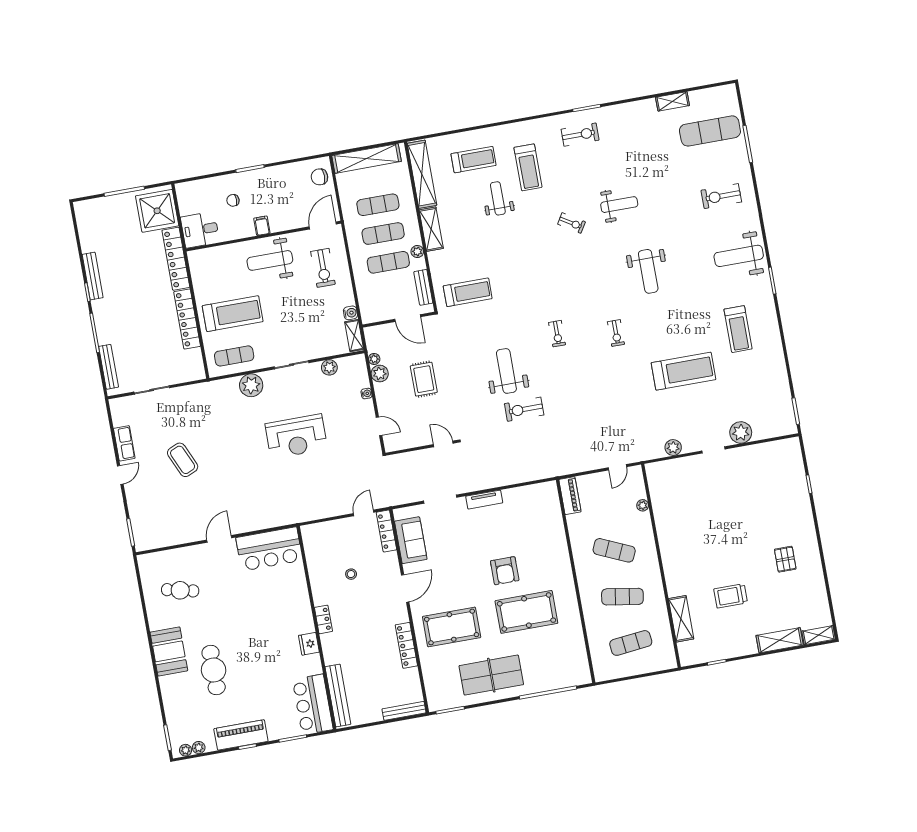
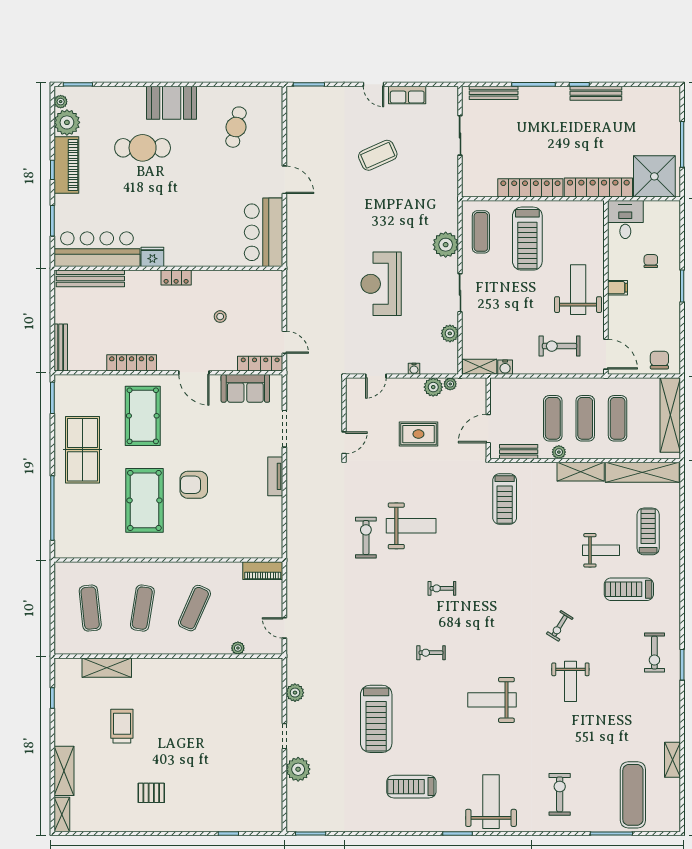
treadmill: (474, 160) -> (648, 531), turned 180
bar counter: (313, 704) -> (97, 249), width x1.36
plant: (199, 748) -> (67, 122), width x1.87, depth x1.87

